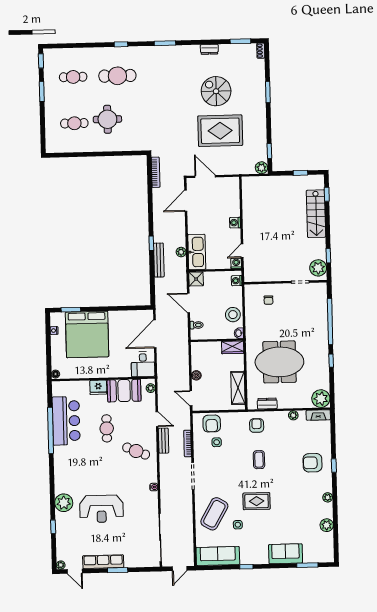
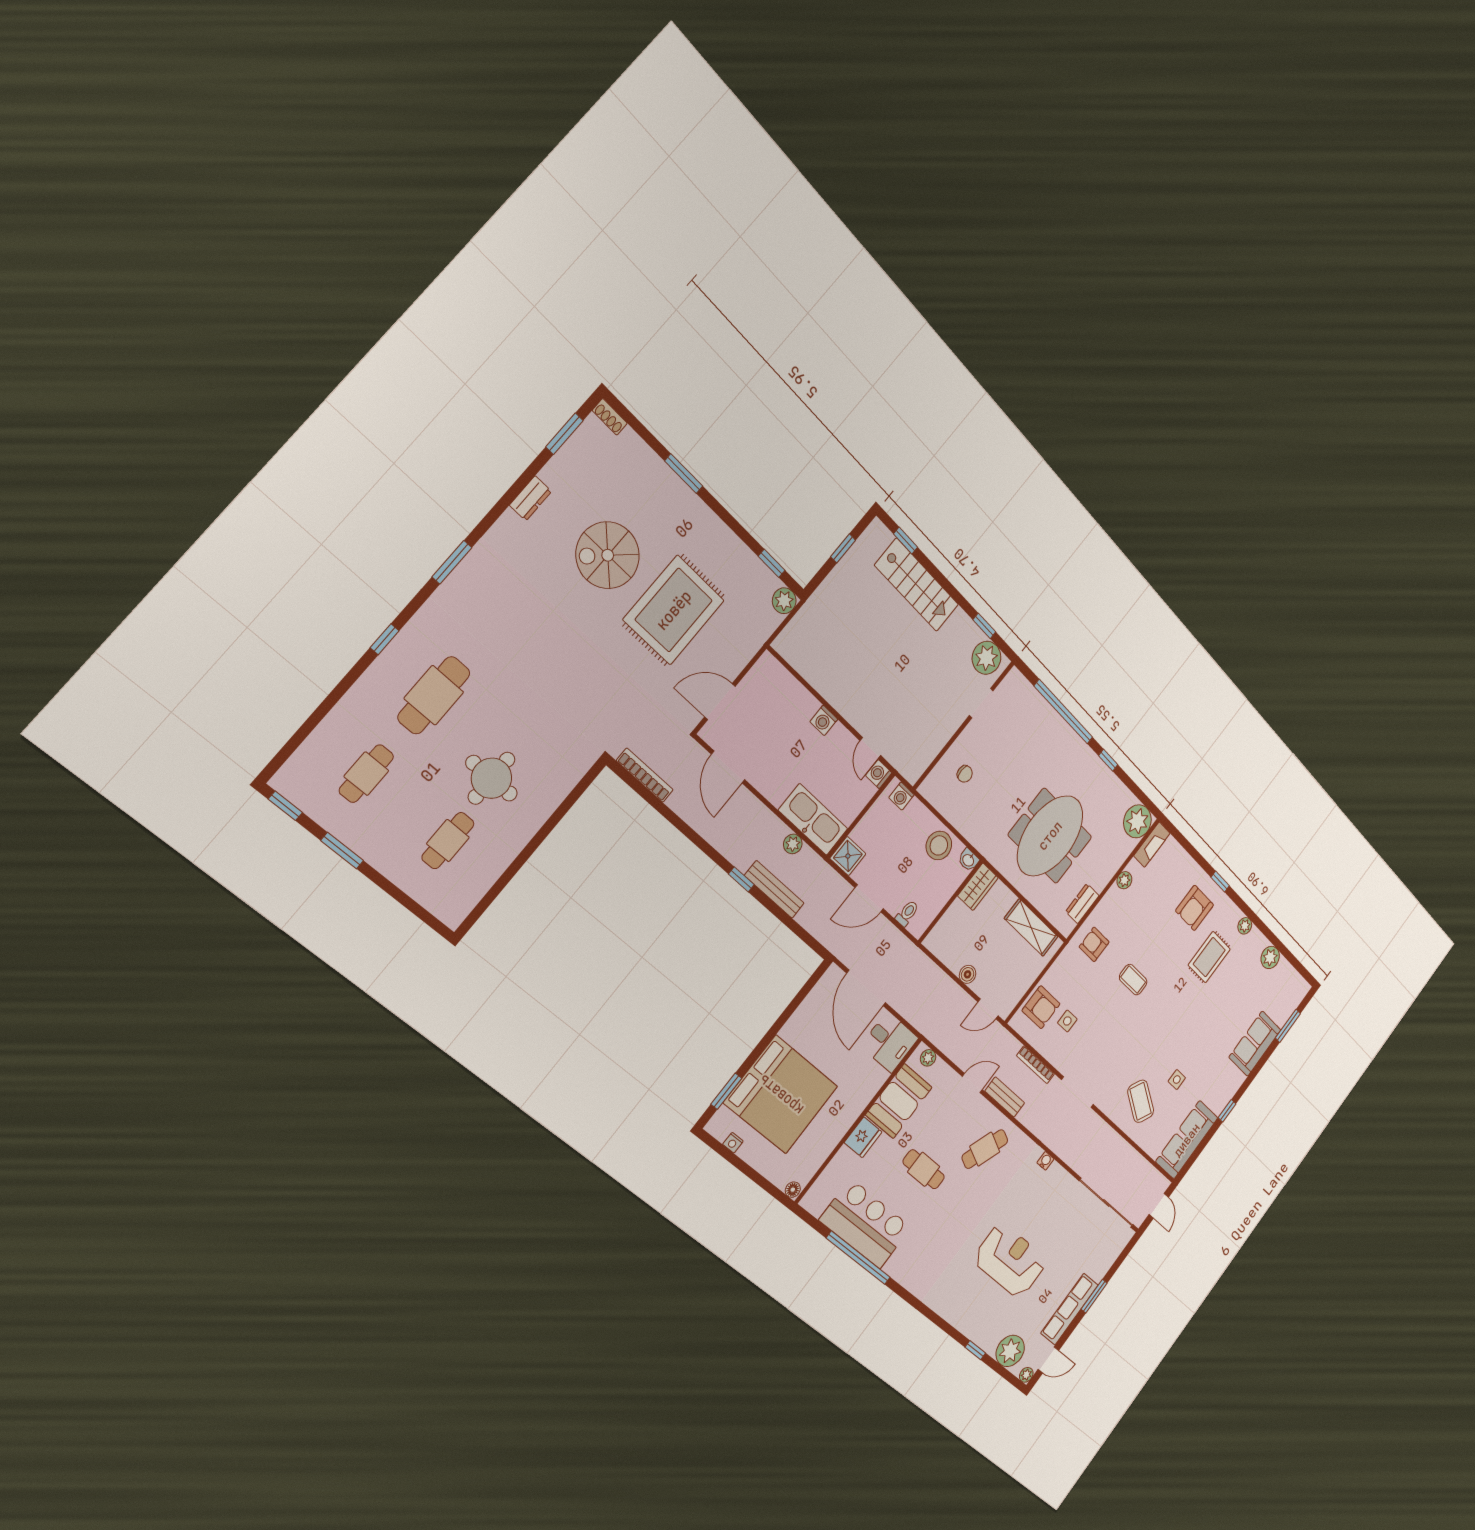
rug: (257, 501) -> (1209, 957), moved
plant: (64, 503) -> (1010, 1351), moved
reception desk: (101, 509) -> (1010, 1260), turned -90
coffee table: (214, 514) -> (1141, 1101), width x0.73, depth x0.76

